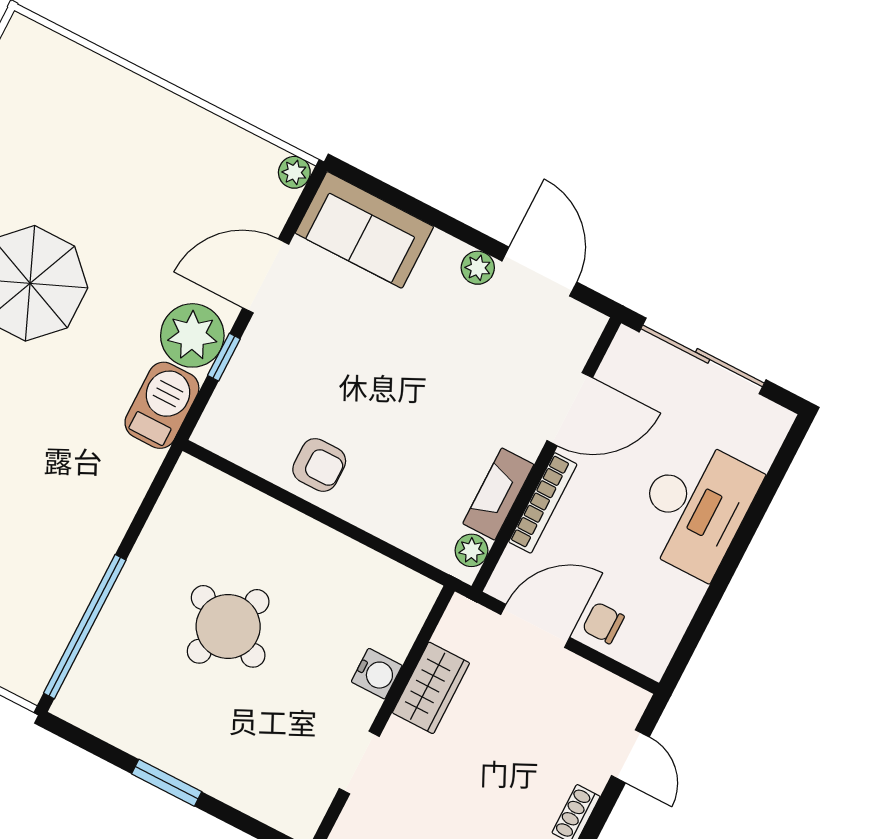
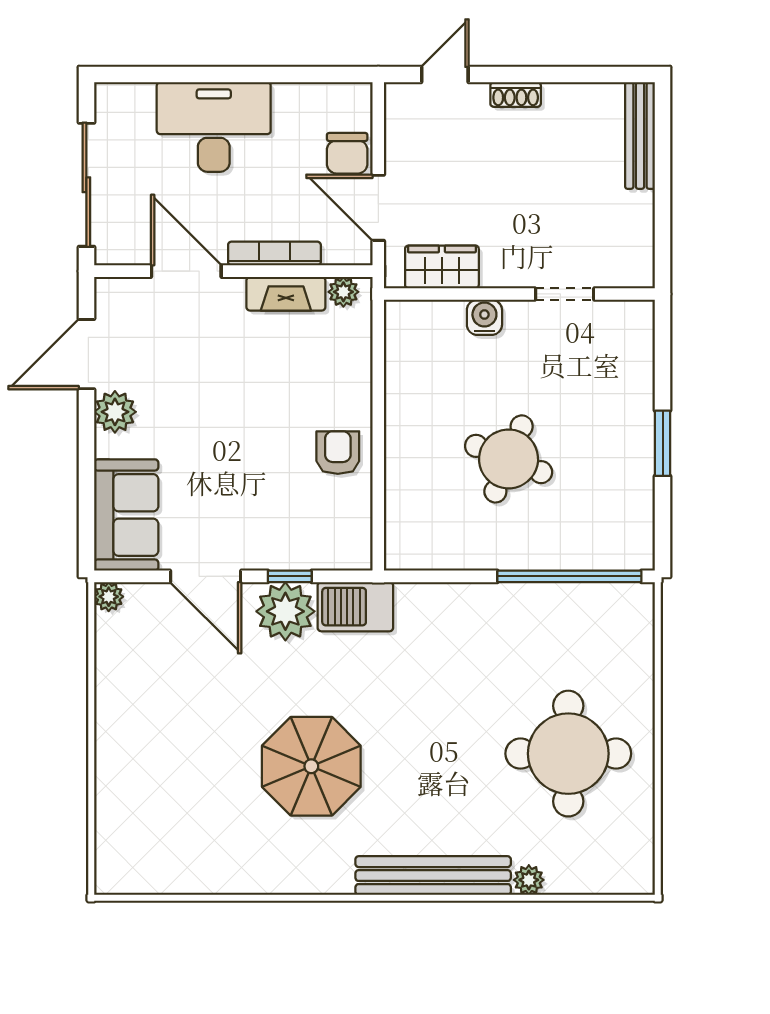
plant: (478, 268) -> (115, 412), width x1.38, depth x1.38
chair: (603, 623) -> (347, 153), width x1.37, depth x1.37
wardrobe: (431, 688) -> (442, 267), moved

